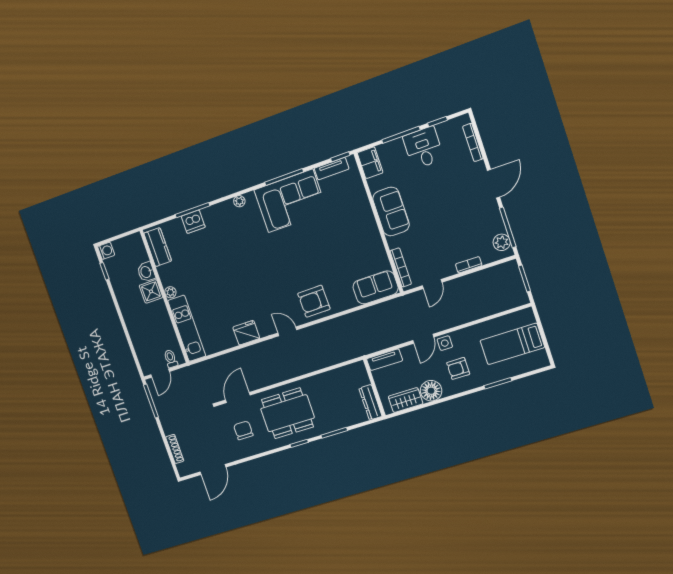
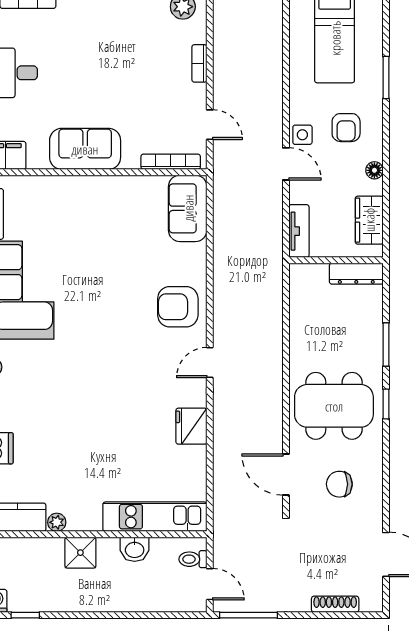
washbasin: (146, 272) -> (135, 549), moved
plant: (170, 292) -> (57, 522), moved
armchair: (314, 301) -> (178, 307), turned 91
floor lamp: (431, 391) -> (374, 170), width x0.53, depth x0.53
dining table: (287, 413) -> (334, 406), turned 90

